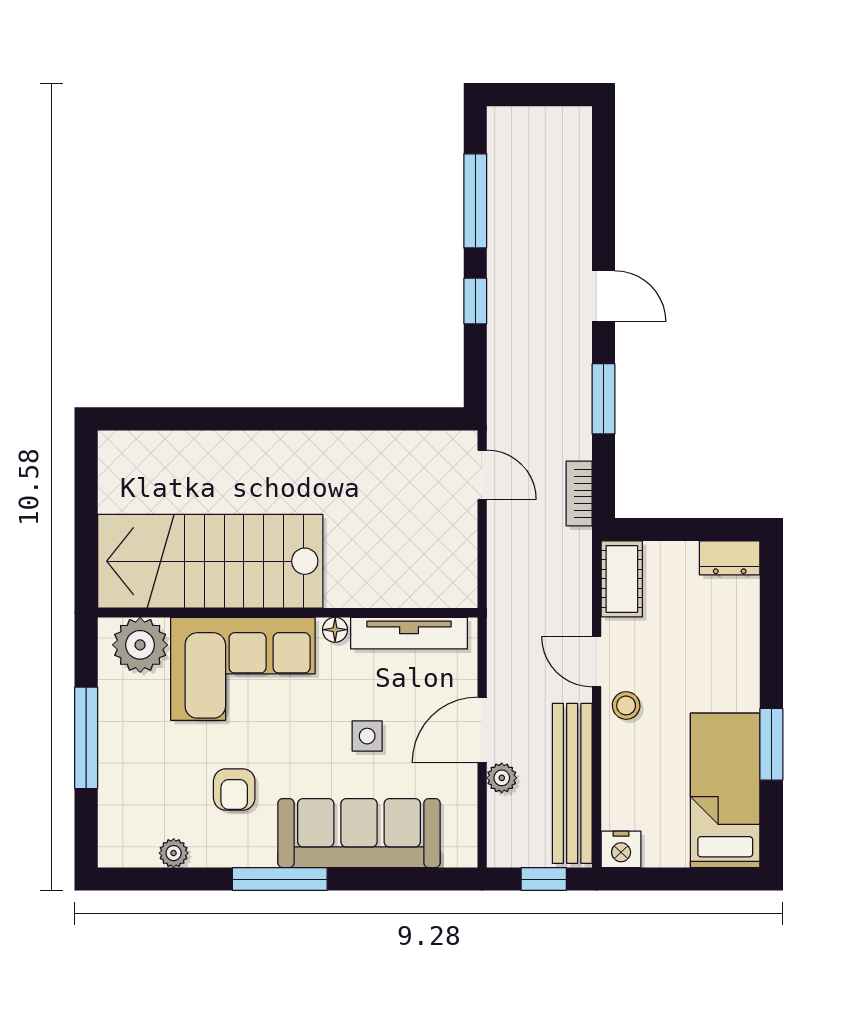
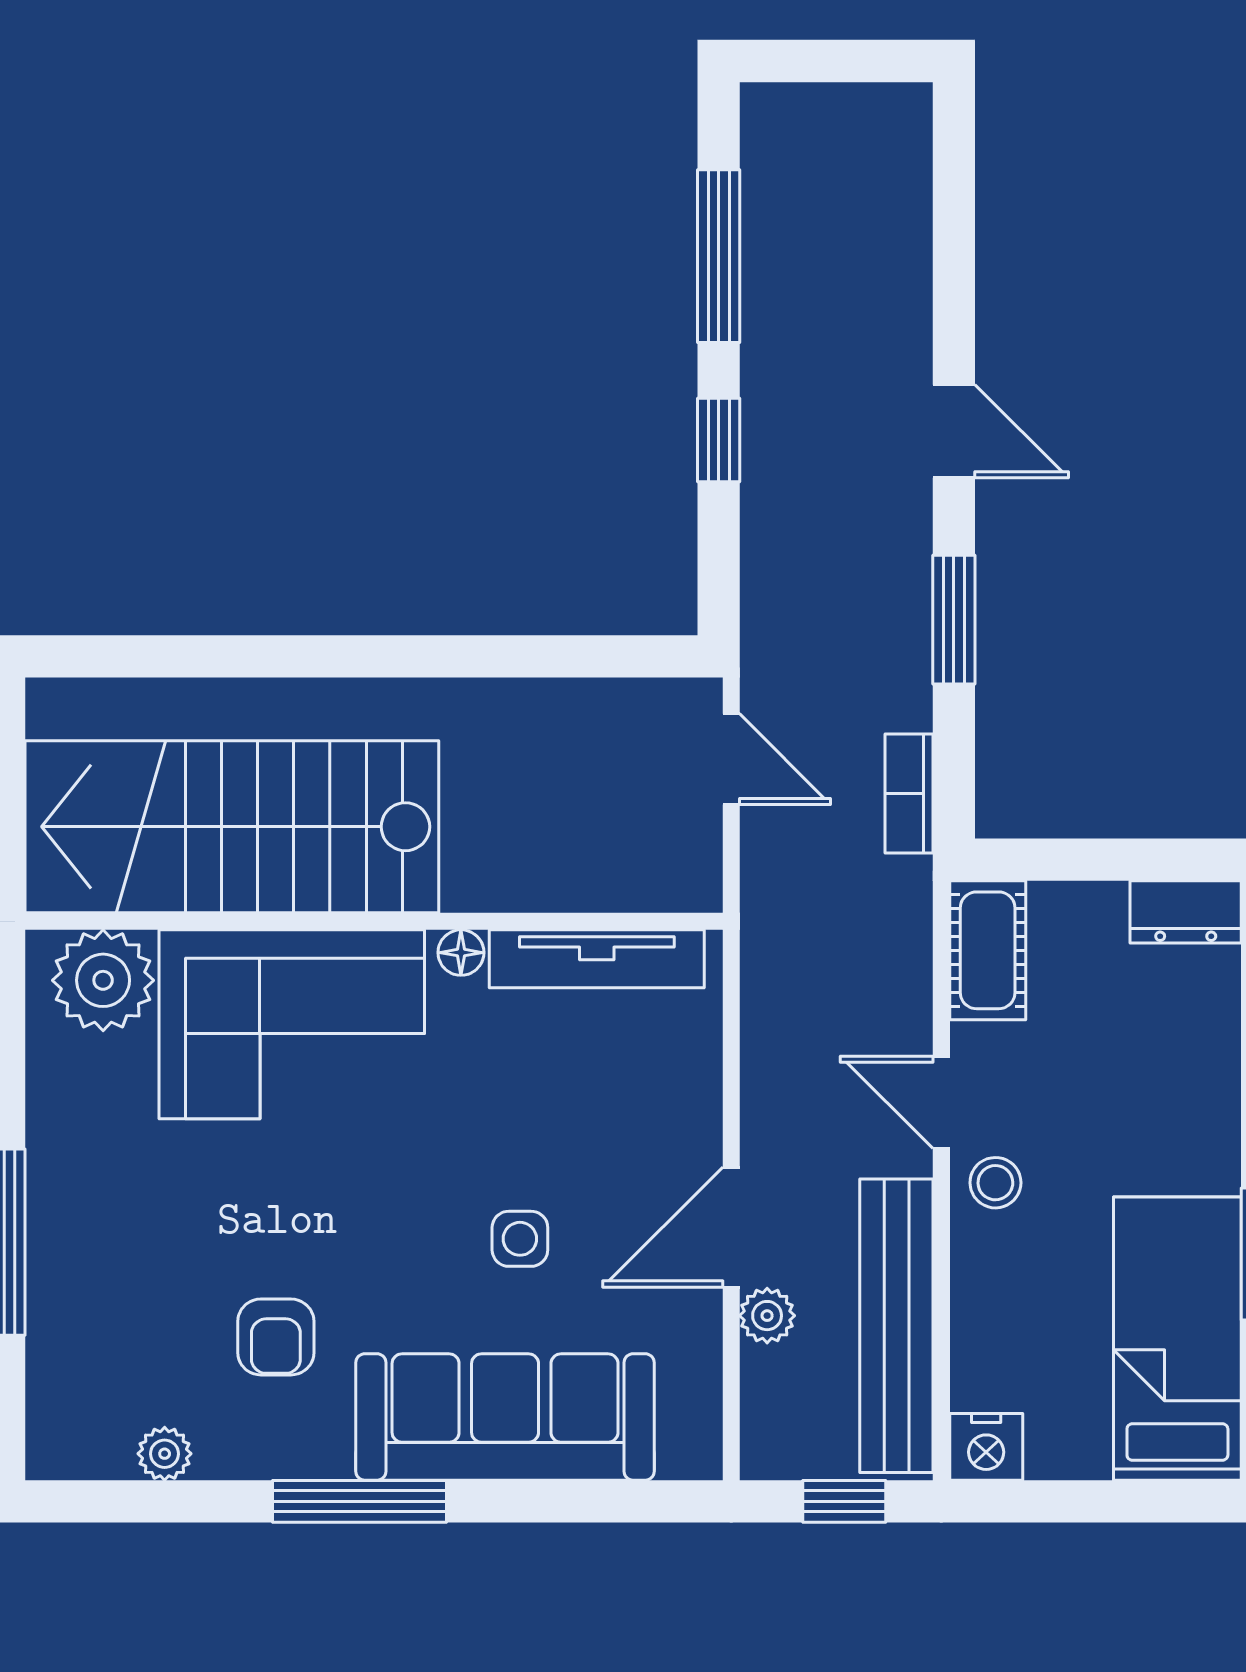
stairs: (210, 561) -> (232, 827), moved
wall: (288, 613) -> (374, 921), moved
floor lamp: (335, 630) -> (461, 953), moved
tv unit: (409, 633) -> (597, 959), moved
plant: (140, 645) -> (103, 980), moved
corner sofa: (243, 669) -> (292, 1024), moved

